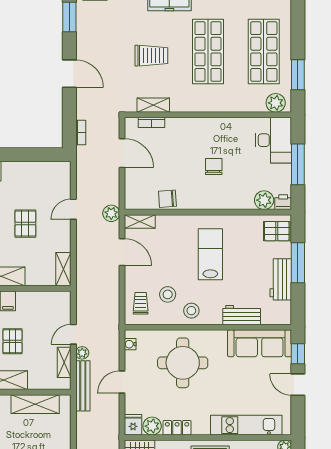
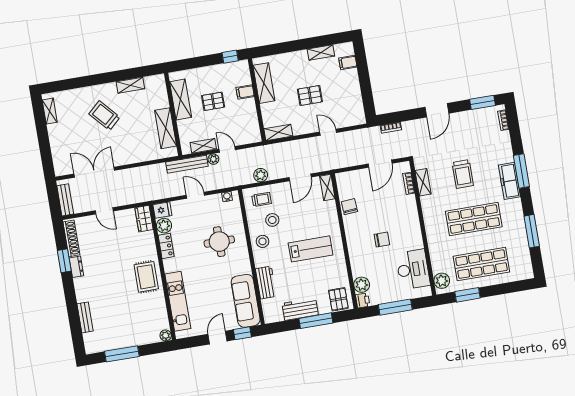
desk: (273, 140) -> (413, 269), moved, turned -90
plant: (111, 213) -> (261, 175), moved
round table: (183, 363) -> (219, 242), width x0.73, depth x0.73

